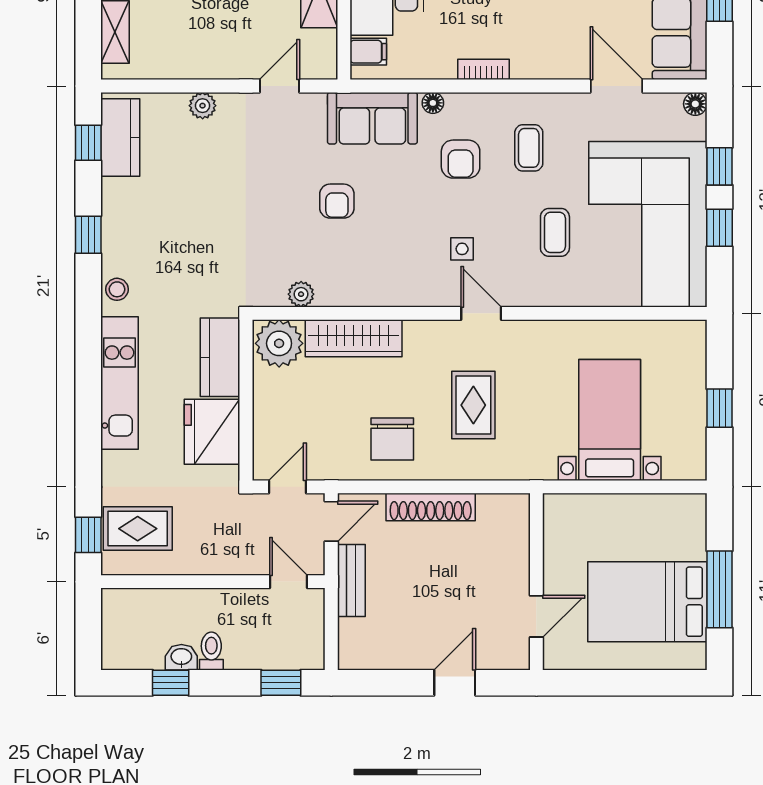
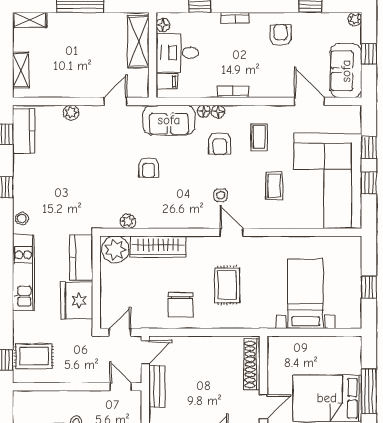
floor lamp: (695, 104) -> (218, 112), moved
shoe rack: (431, 507) -> (252, 364), moved, turned 90

